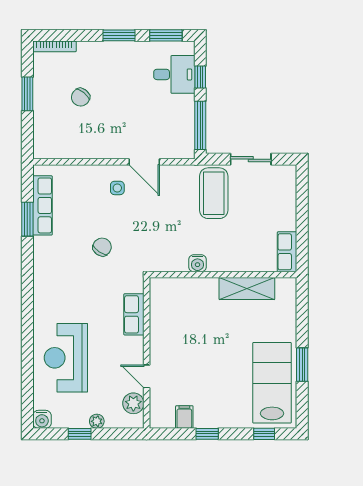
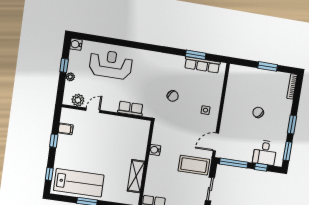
chair: (81, 97) -> (258, 112), moved
door: (144, 162) -> (216, 142), moved

